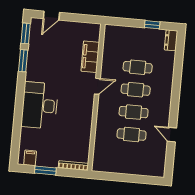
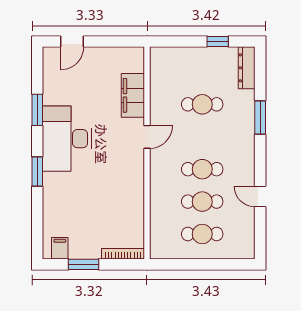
window: (26, 33) -> (37, 172), moved
dresser: (171, 40) -> (247, 68), width x1.44
window: (177, 80) -> (260, 117), added
cafe table: (136, 90) -> (202, 234), moved
desk: (40, 105) -> (67, 139), moved

